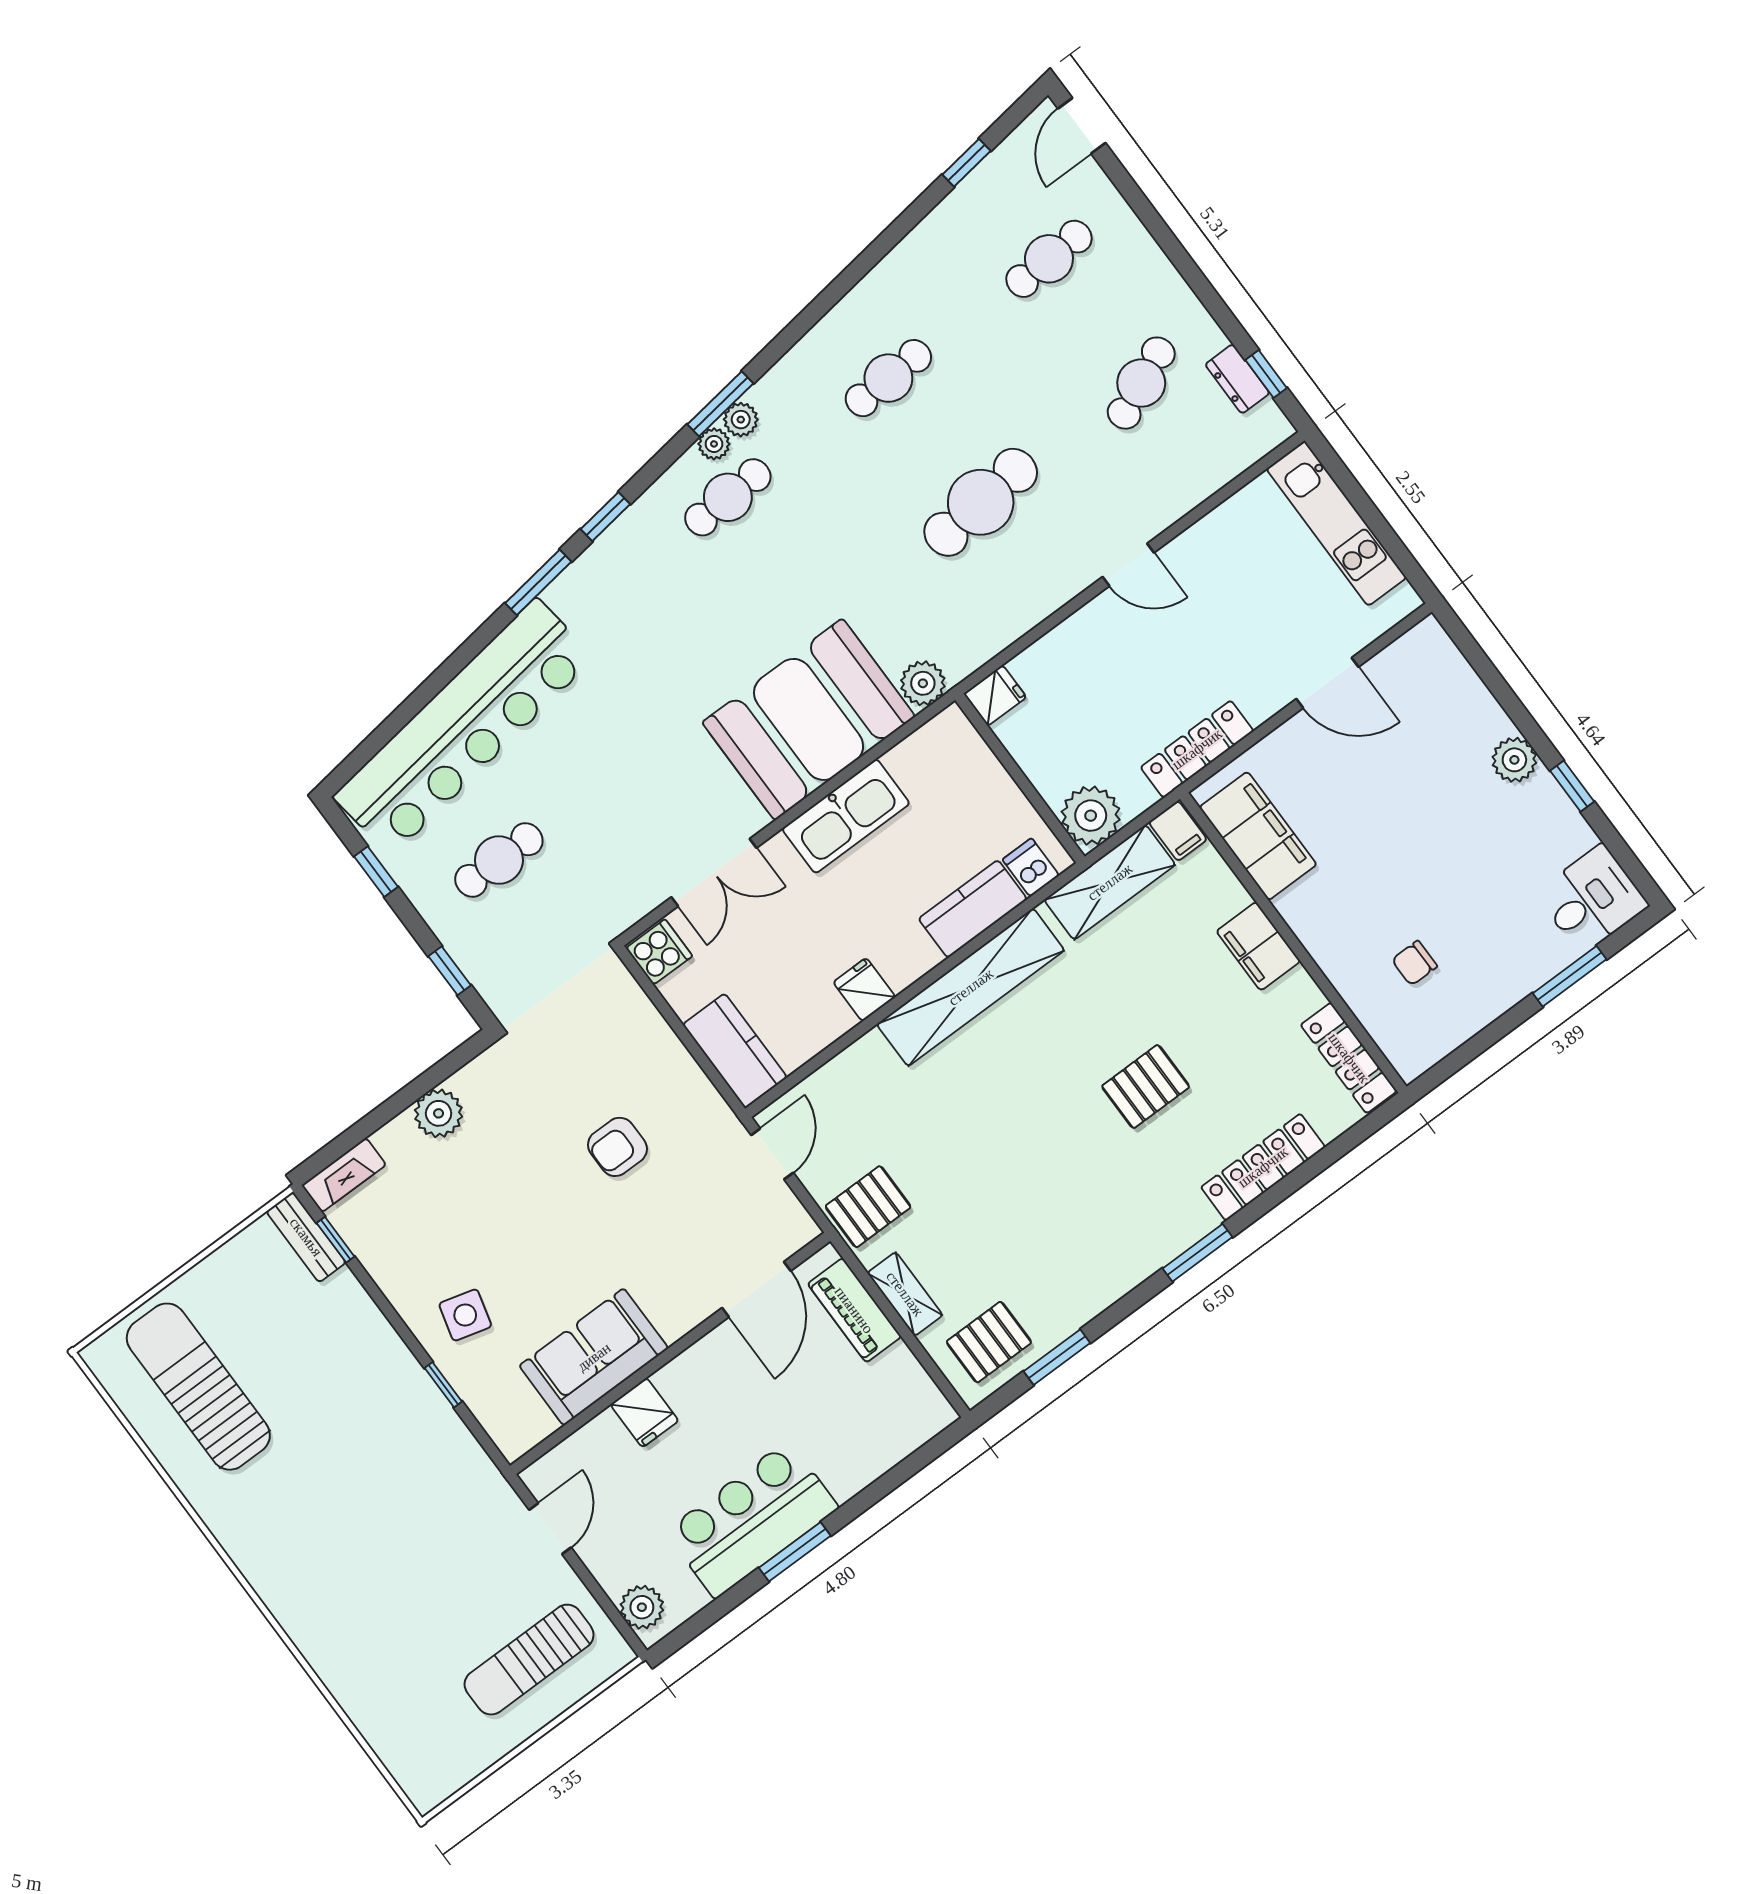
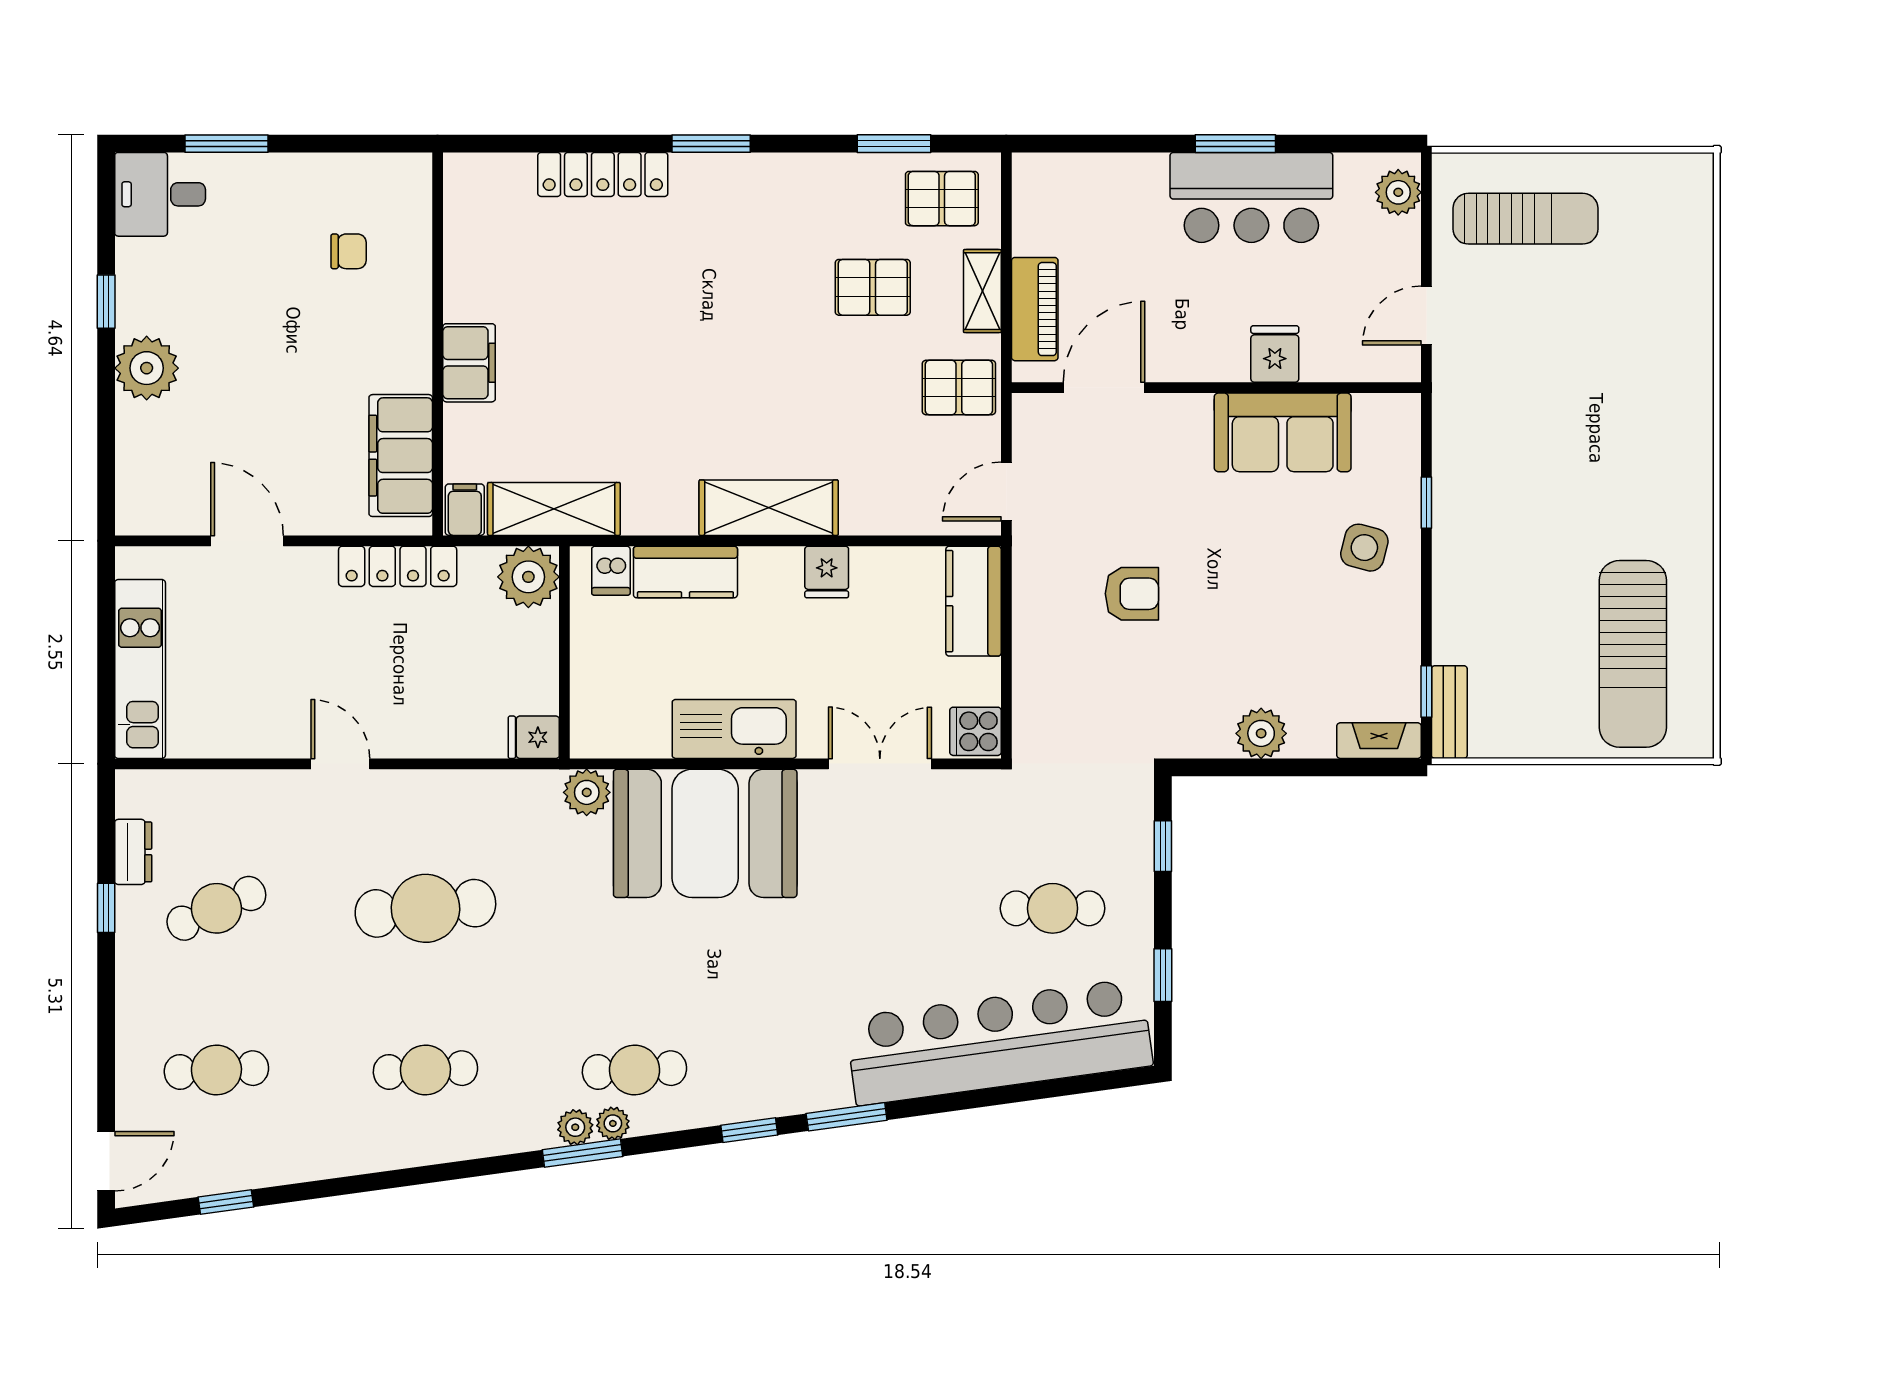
window: (1266, 374) -> (106, 908), moved
plant: (1514, 760) -> (147, 368), width x1.36, depth x1.36
shelving: (971, 987) -> (769, 508), width x0.68
locker: (1349, 1058) -> (463, 213), removed
pallet: (1146, 1087) -> (873, 287), moved

